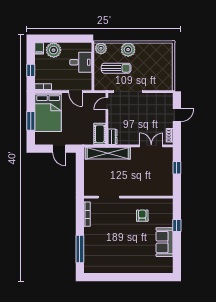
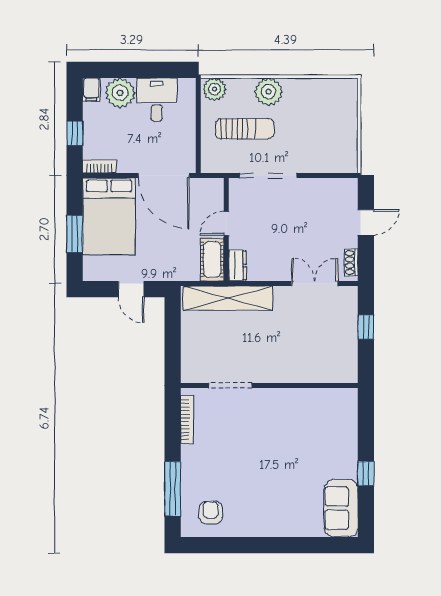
desk: (81, 62) -> (157, 100), moved, turned -90
door: (76, 92) -> (164, 175), width x1.88
door: (107, 104) -> (226, 223), moved
armchair: (142, 216) -> (211, 513), moved
window: (177, 225) -> (366, 473), moved
sofa: (165, 242) -> (341, 508), moved

